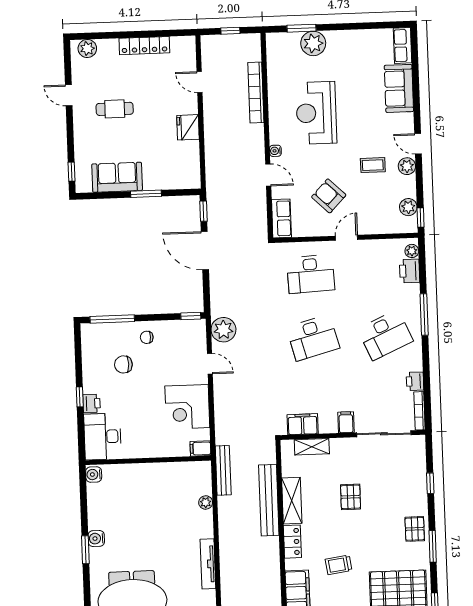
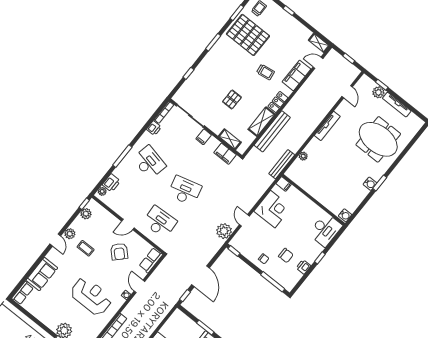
reception desk: (316, 113) -> (91, 296), turned -90
desk: (385, 335) -> (149, 162), turned 36
printer: (92, 403) -> (303, 267), moved
pallet: (415, 529) -> (215, 58), removed

